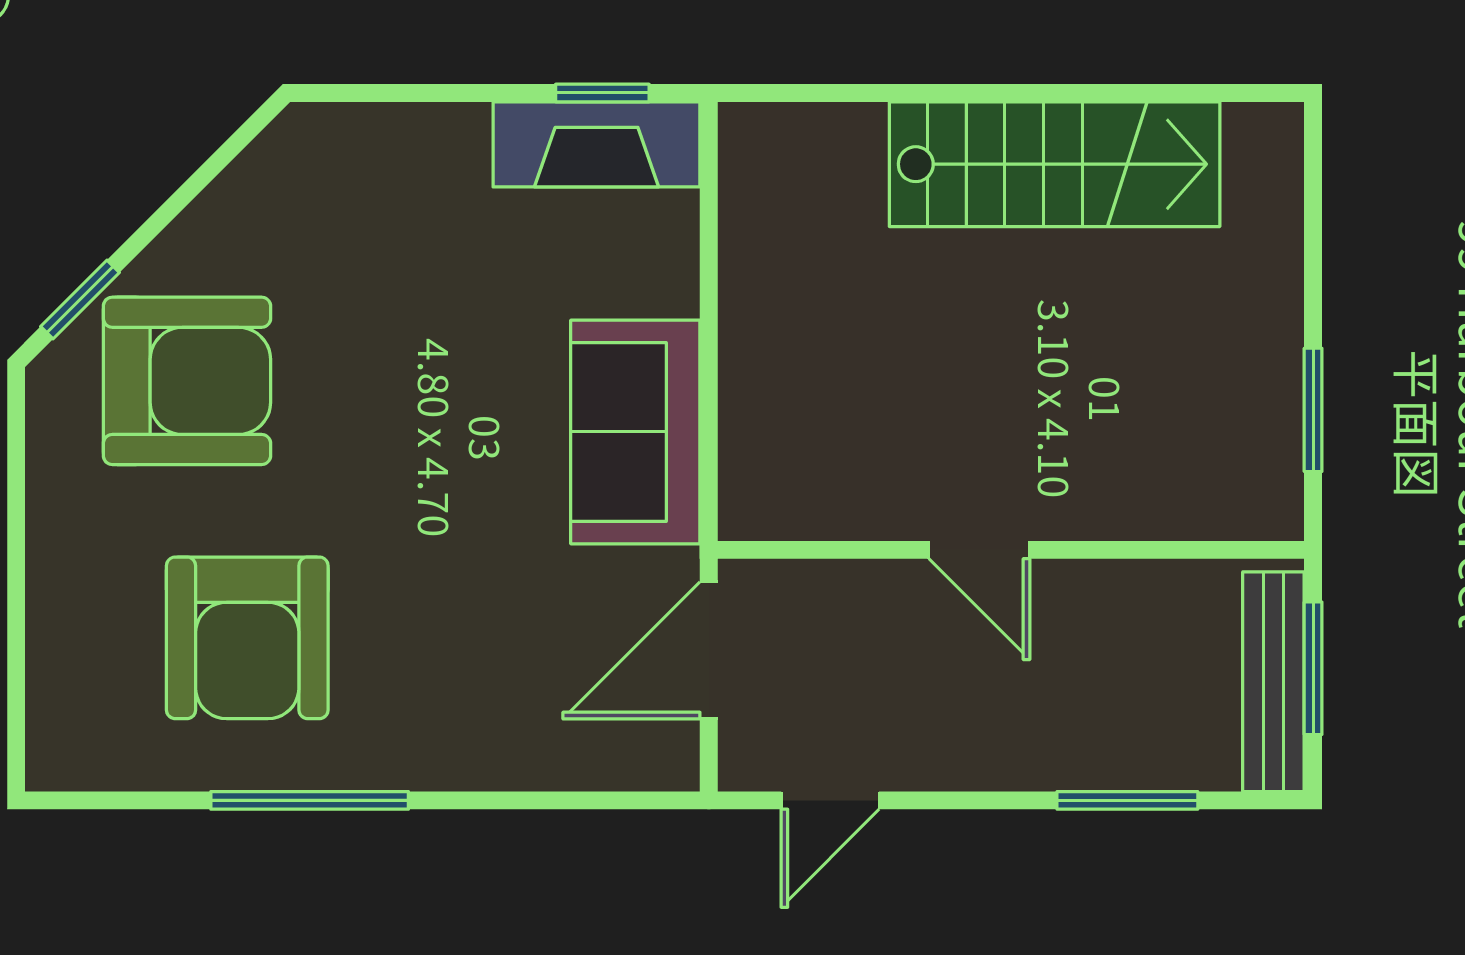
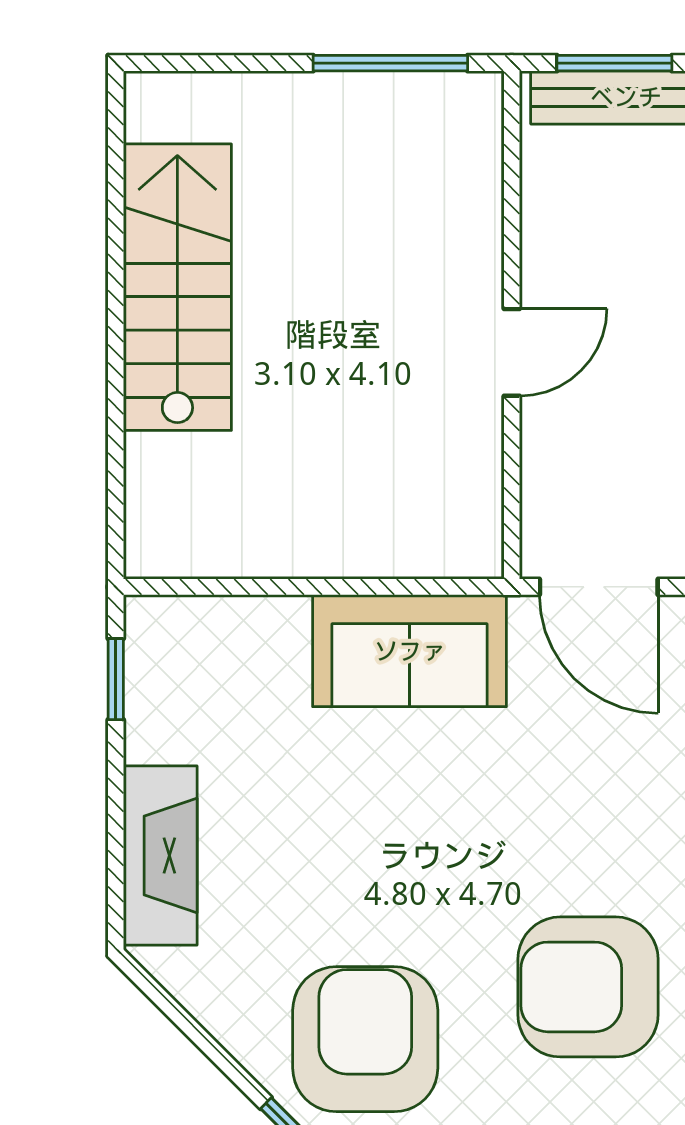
fireplace: (597, 144) -> (160, 856), moved
window: (1313, 410) -> (390, 63), width x1.44
armchair: (247, 638) -> (588, 987), turned 180

